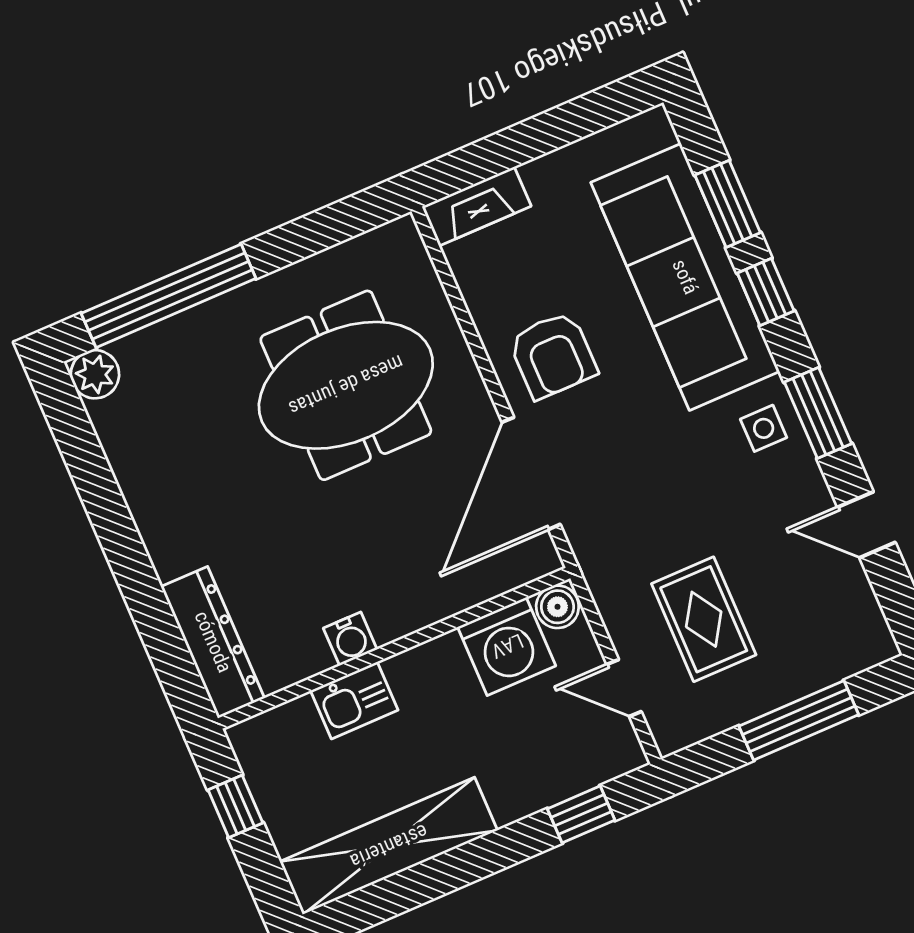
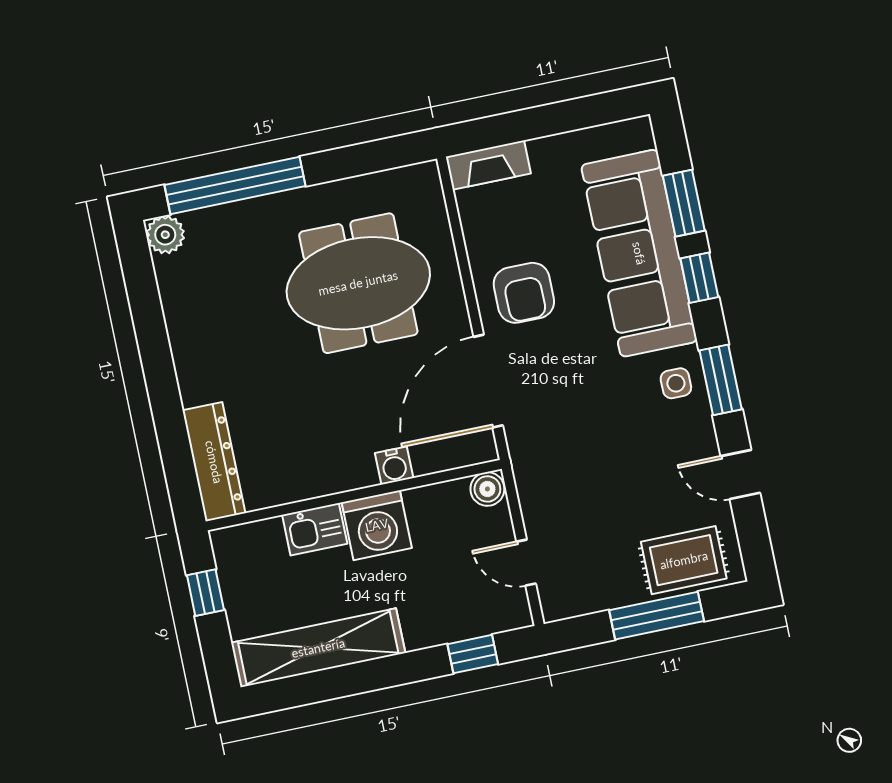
rug: (704, 619) -> (684, 560), moved, turned 90
water cooler: (350, 639) -> (394, 466), moved
washing machine: (507, 646) -> (377, 525), moved

